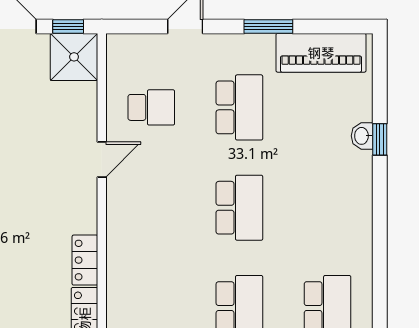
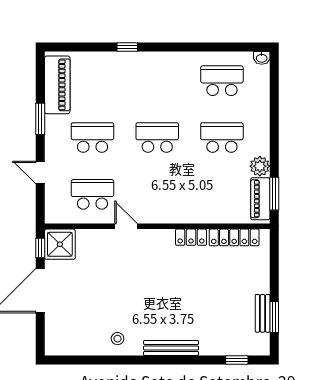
school desk: (151, 107) -> (92, 194), width x1.85
washbasin: (362, 136) -> (111, 58), removed
window: (380, 139) -> (127, 47), moved

